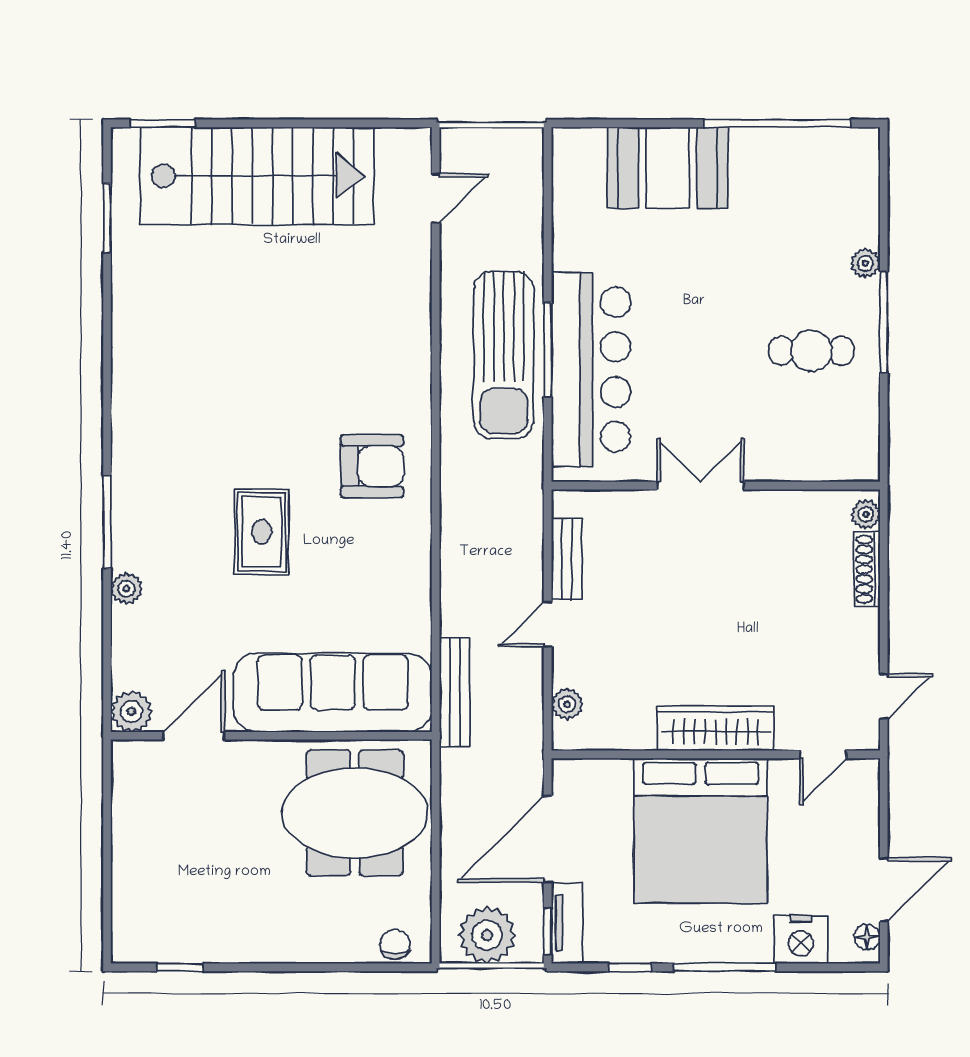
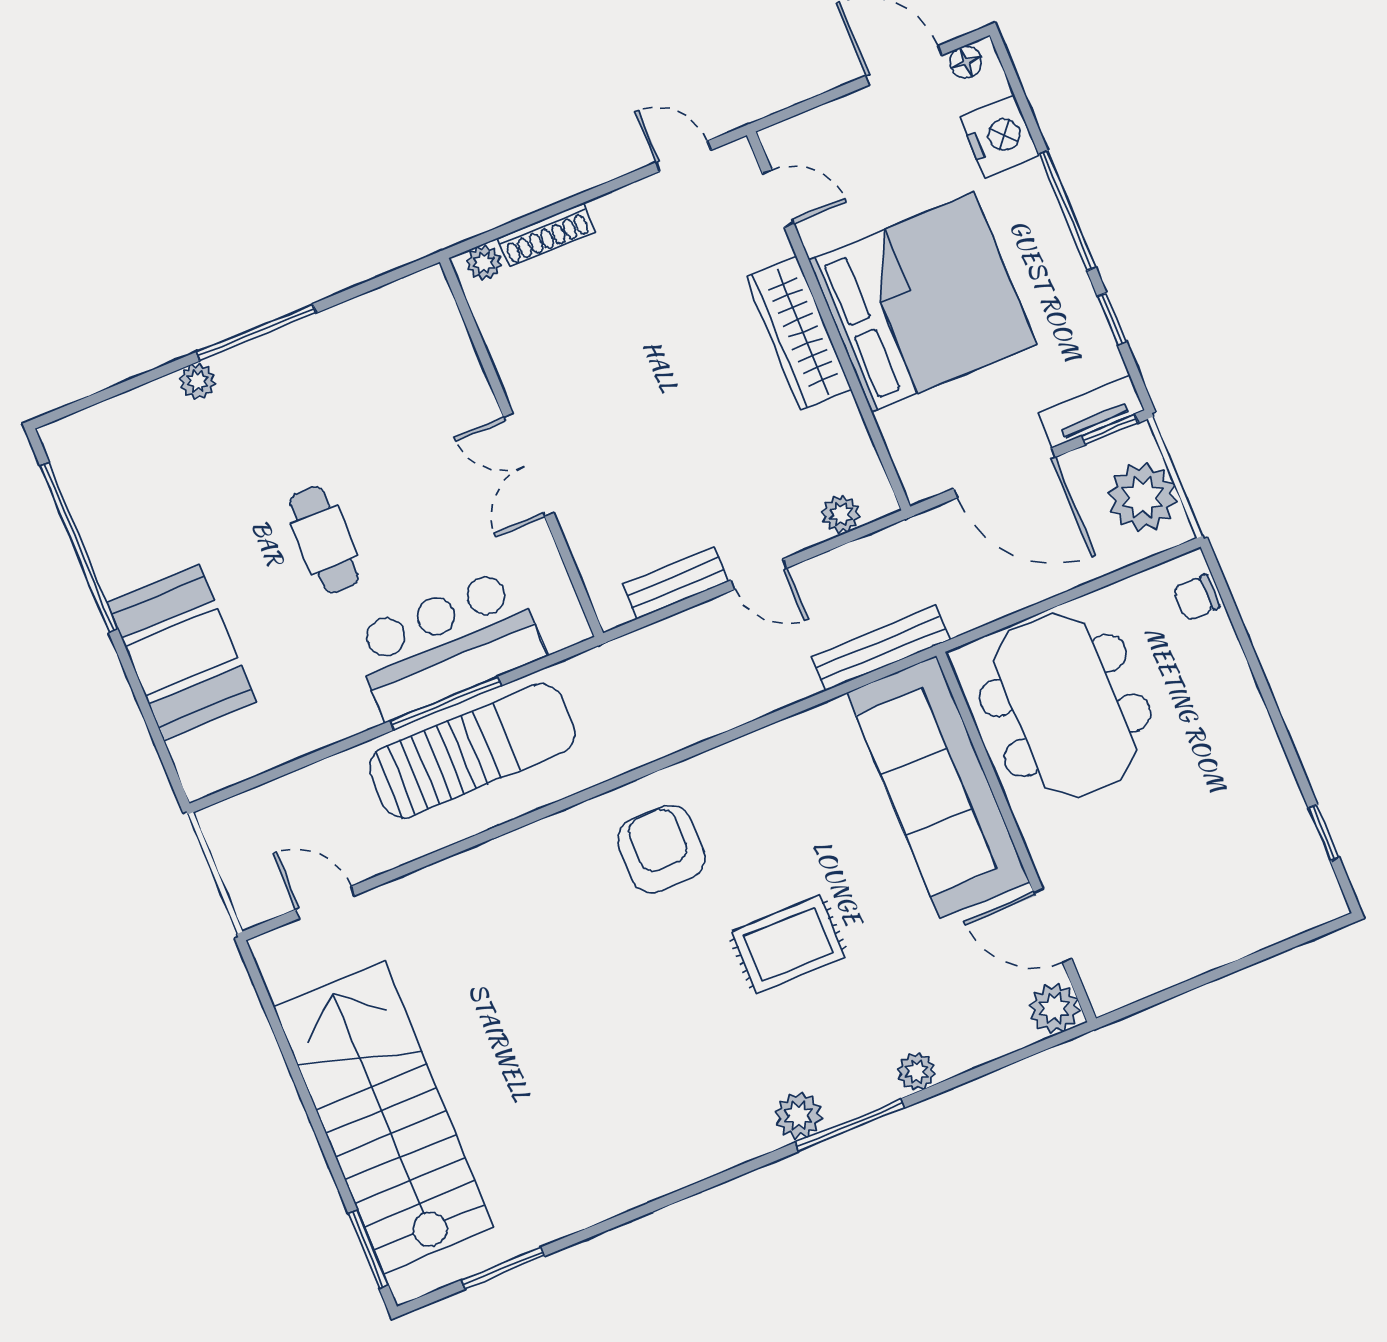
cafe table: (811, 351) -> (324, 540), moved
bar counter: (591, 369) -> (448, 644), width x0.73
plant: (130, 487) -> (798, 1116), added

